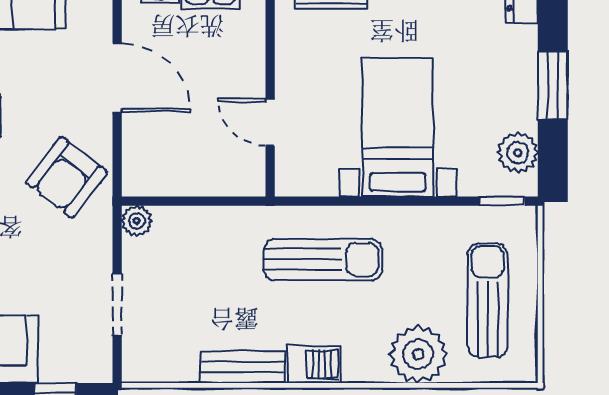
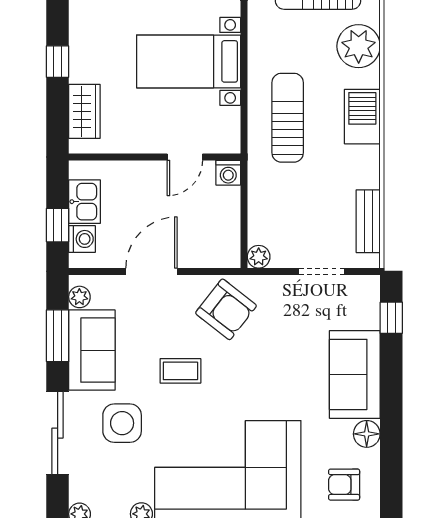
washing machine: (249, 180) -> (228, 173), added
barbecue: (314, 364) -> (362, 117), width x1.38, depth x1.27
bench: (243, 367) -> (368, 221), moved

